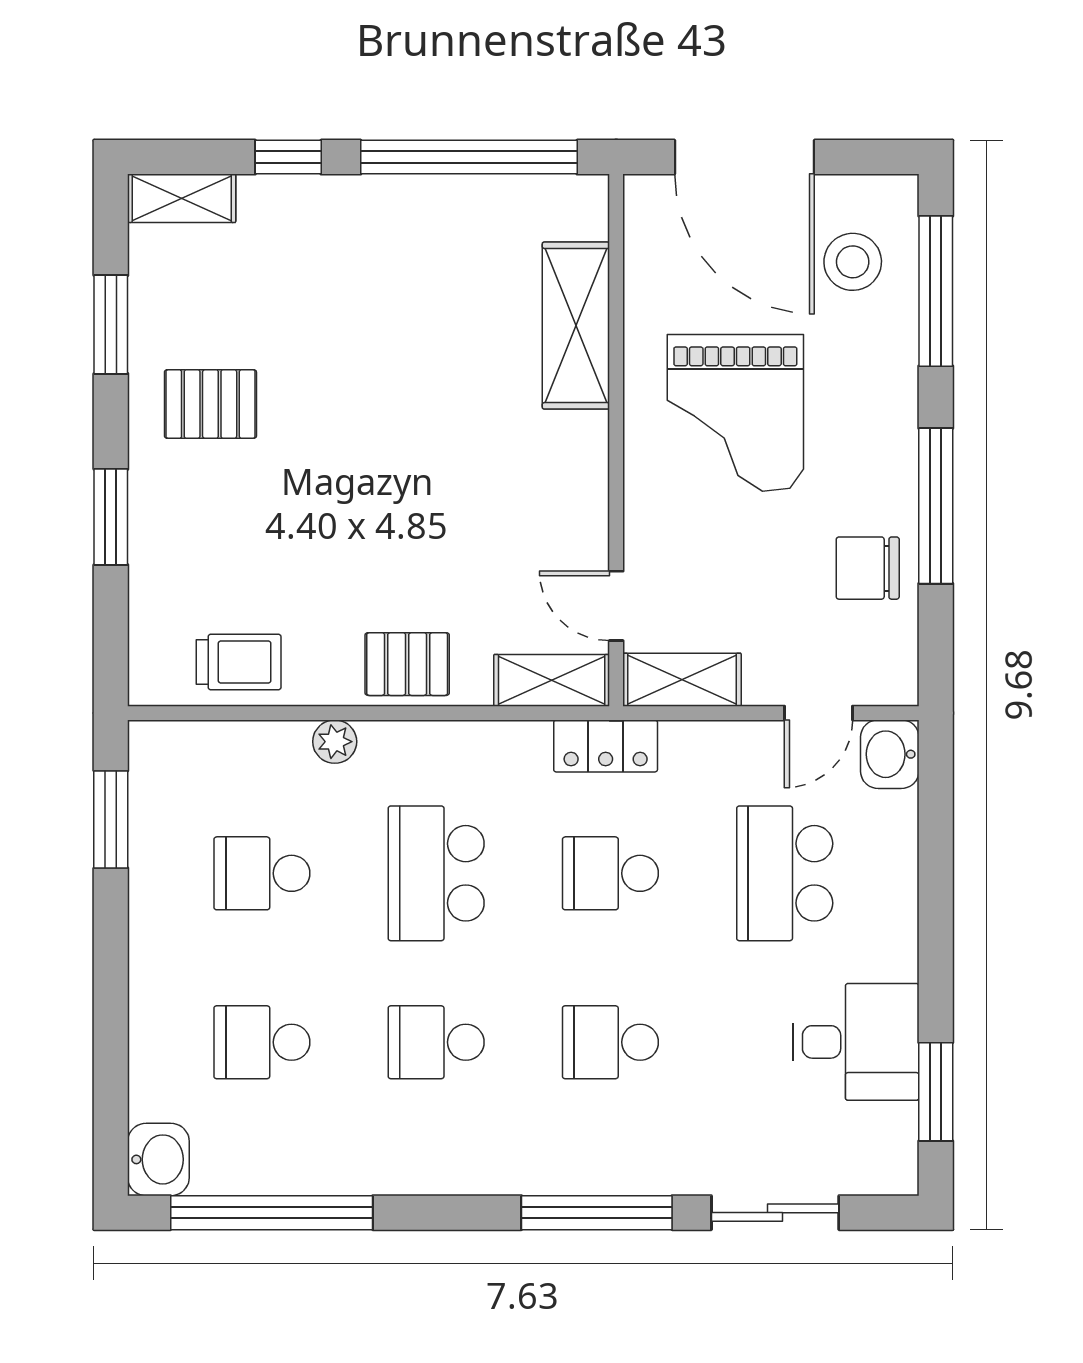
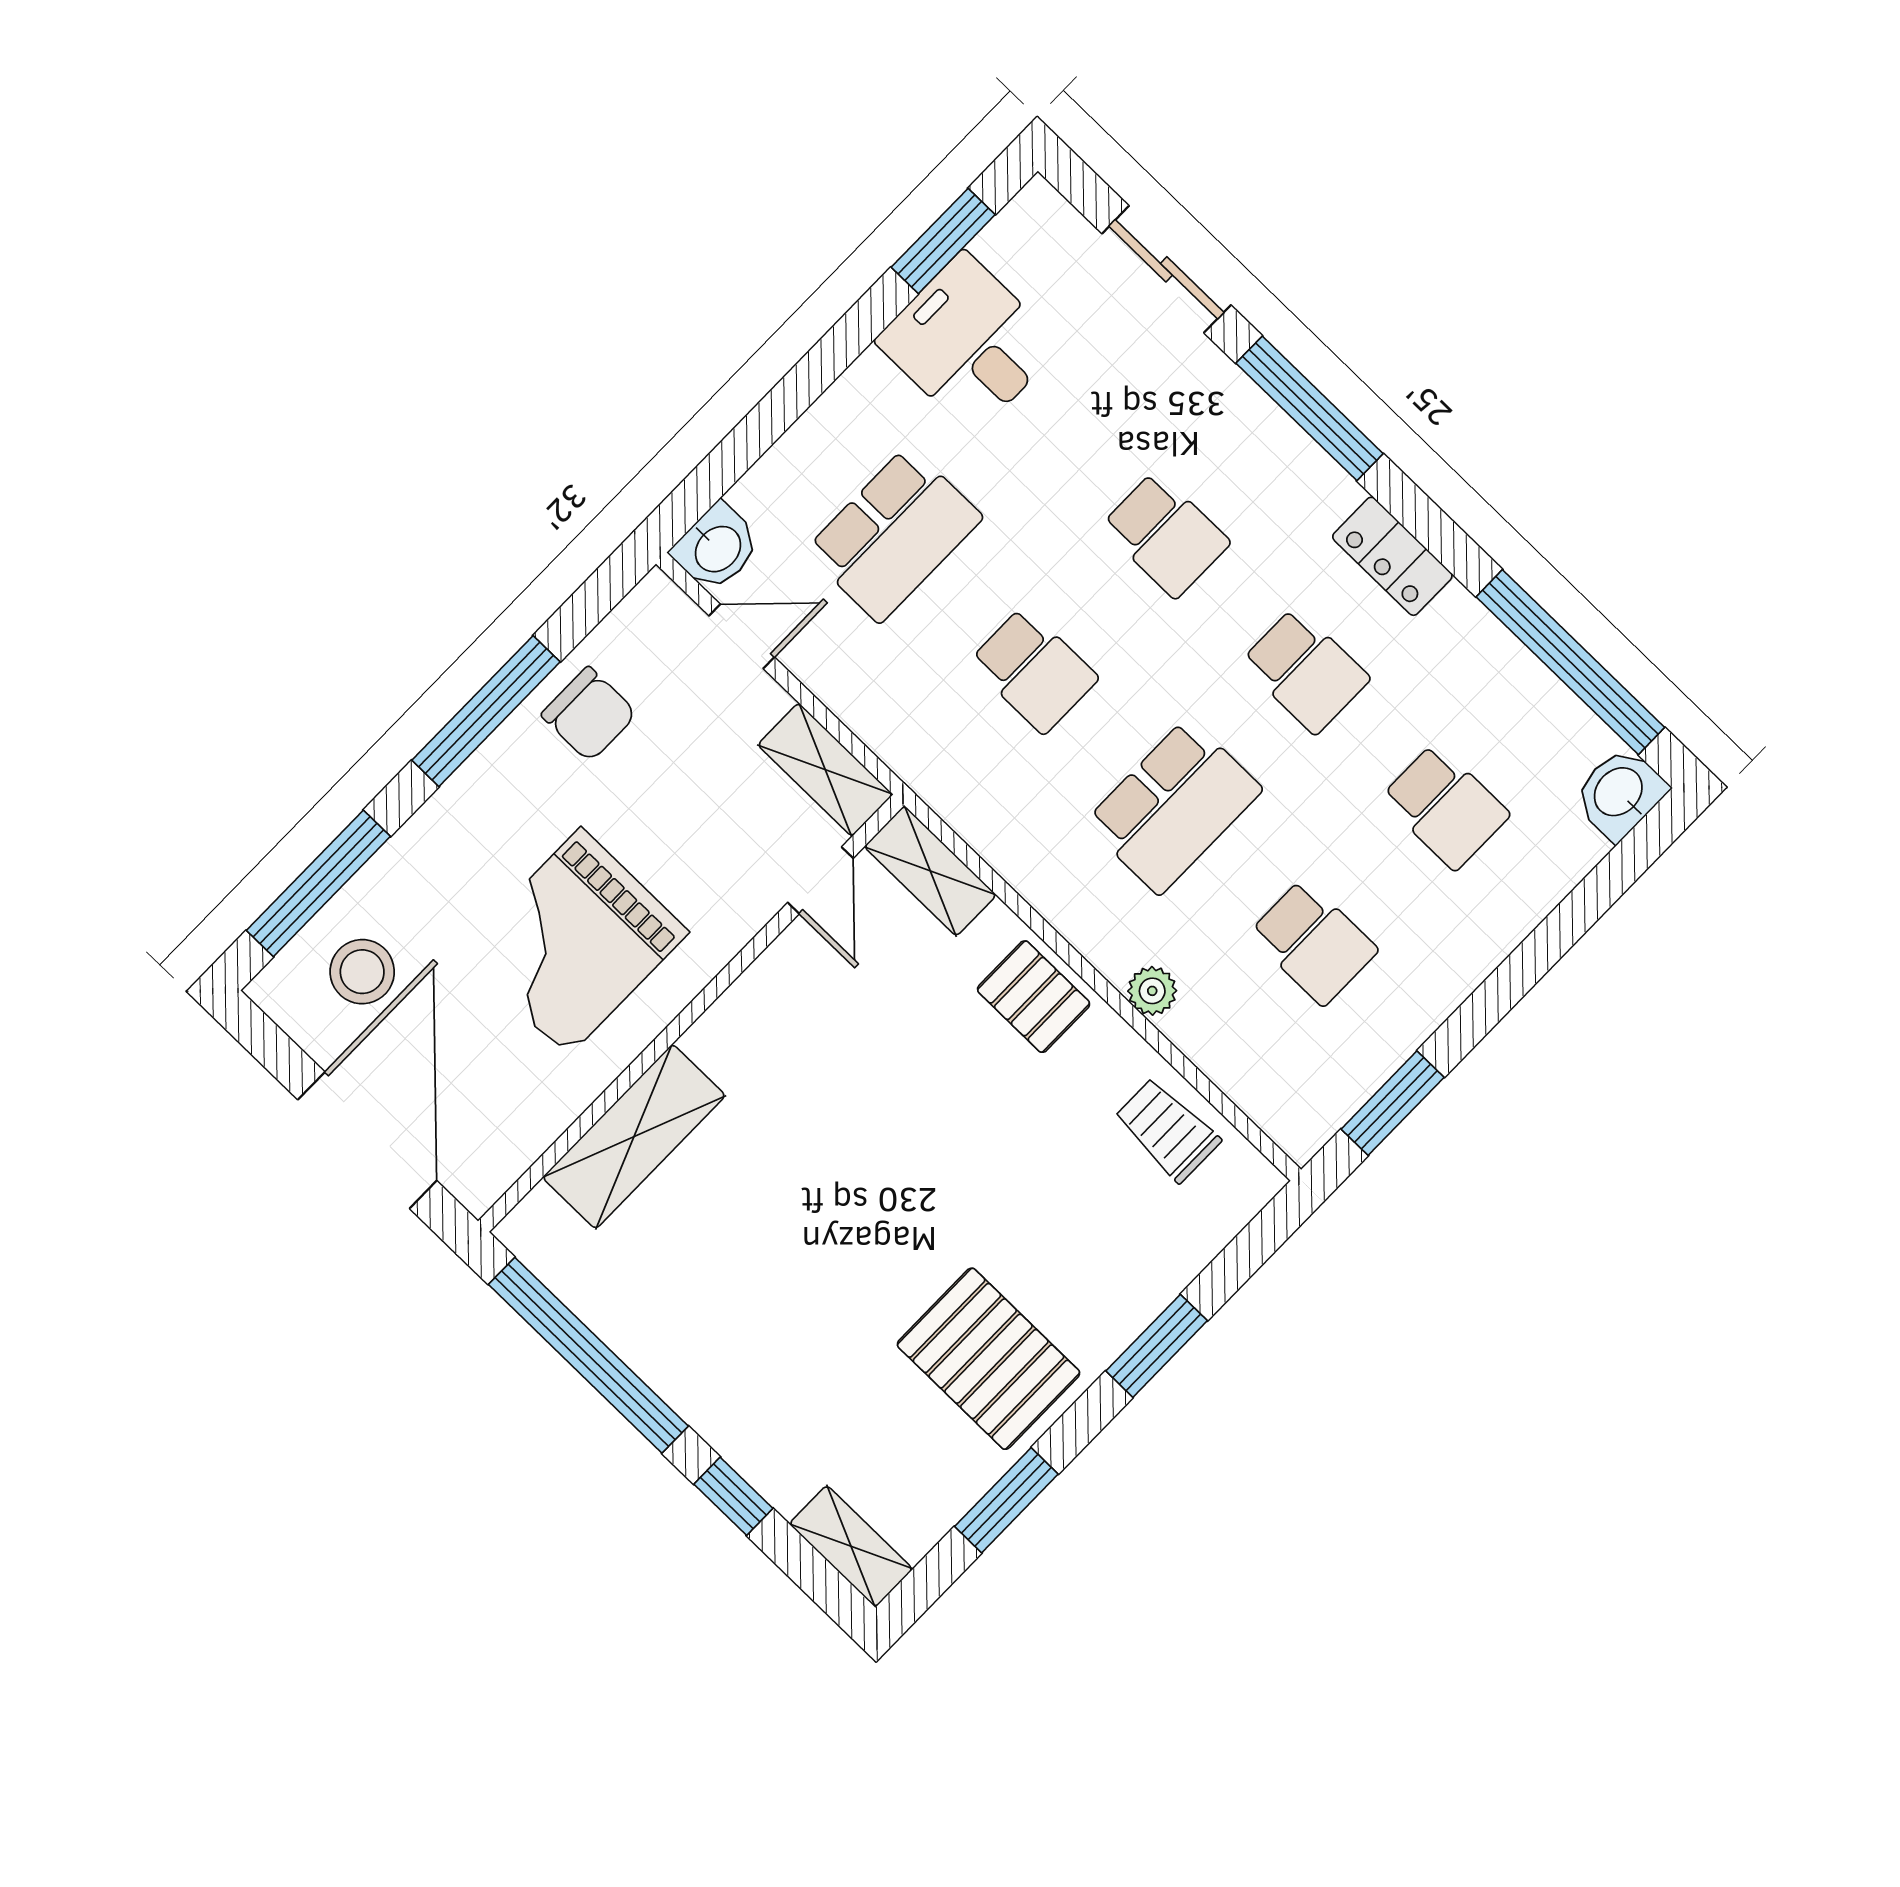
pallet: (210, 404) -> (988, 1359), width x1.50, depth x1.42
grand piano: (735, 413) -> (574, 942), turned 180
locker: (606, 746) -> (1392, 556), moved, turned 180

